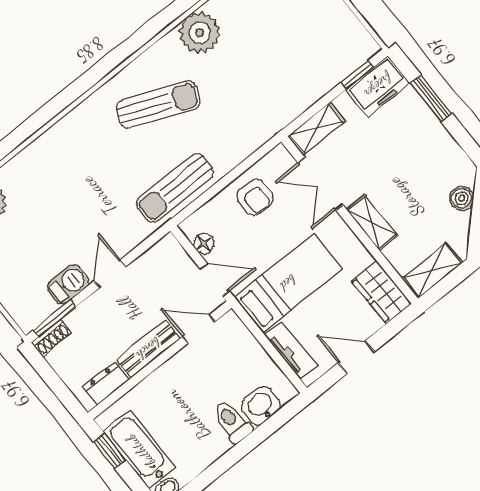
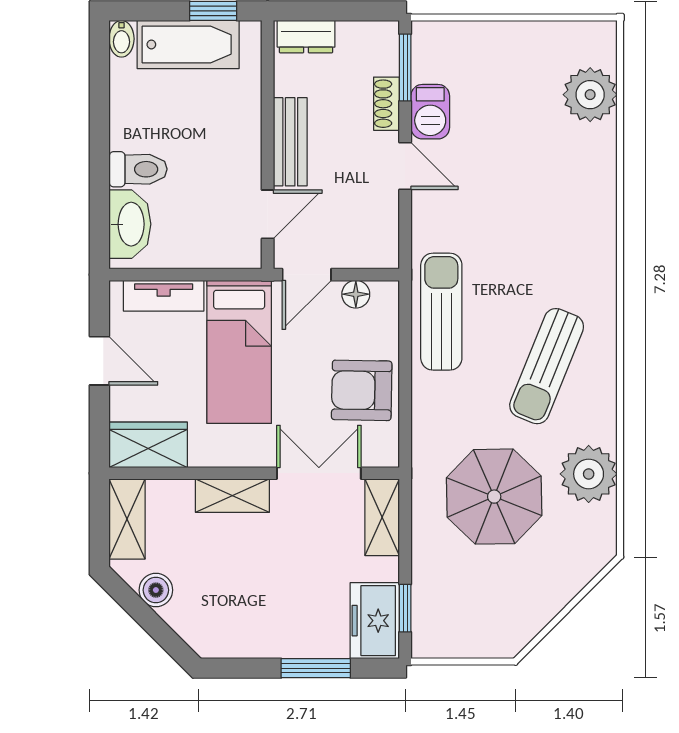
parasol: (255, 75) -> (494, 497), added
armchair: (255, 197) -> (362, 390), width x1.38, depth x1.38
boiler: (462, 198) -> (156, 590), moved
shoe rack: (52, 338) -> (387, 104), moved
door: (356, 357) -> (99, 361), hinge flipped
dresser: (106, 383) -> (306, 37), moved, turned 90
washbasin: (261, 406) -> (130, 224), width x1.38

